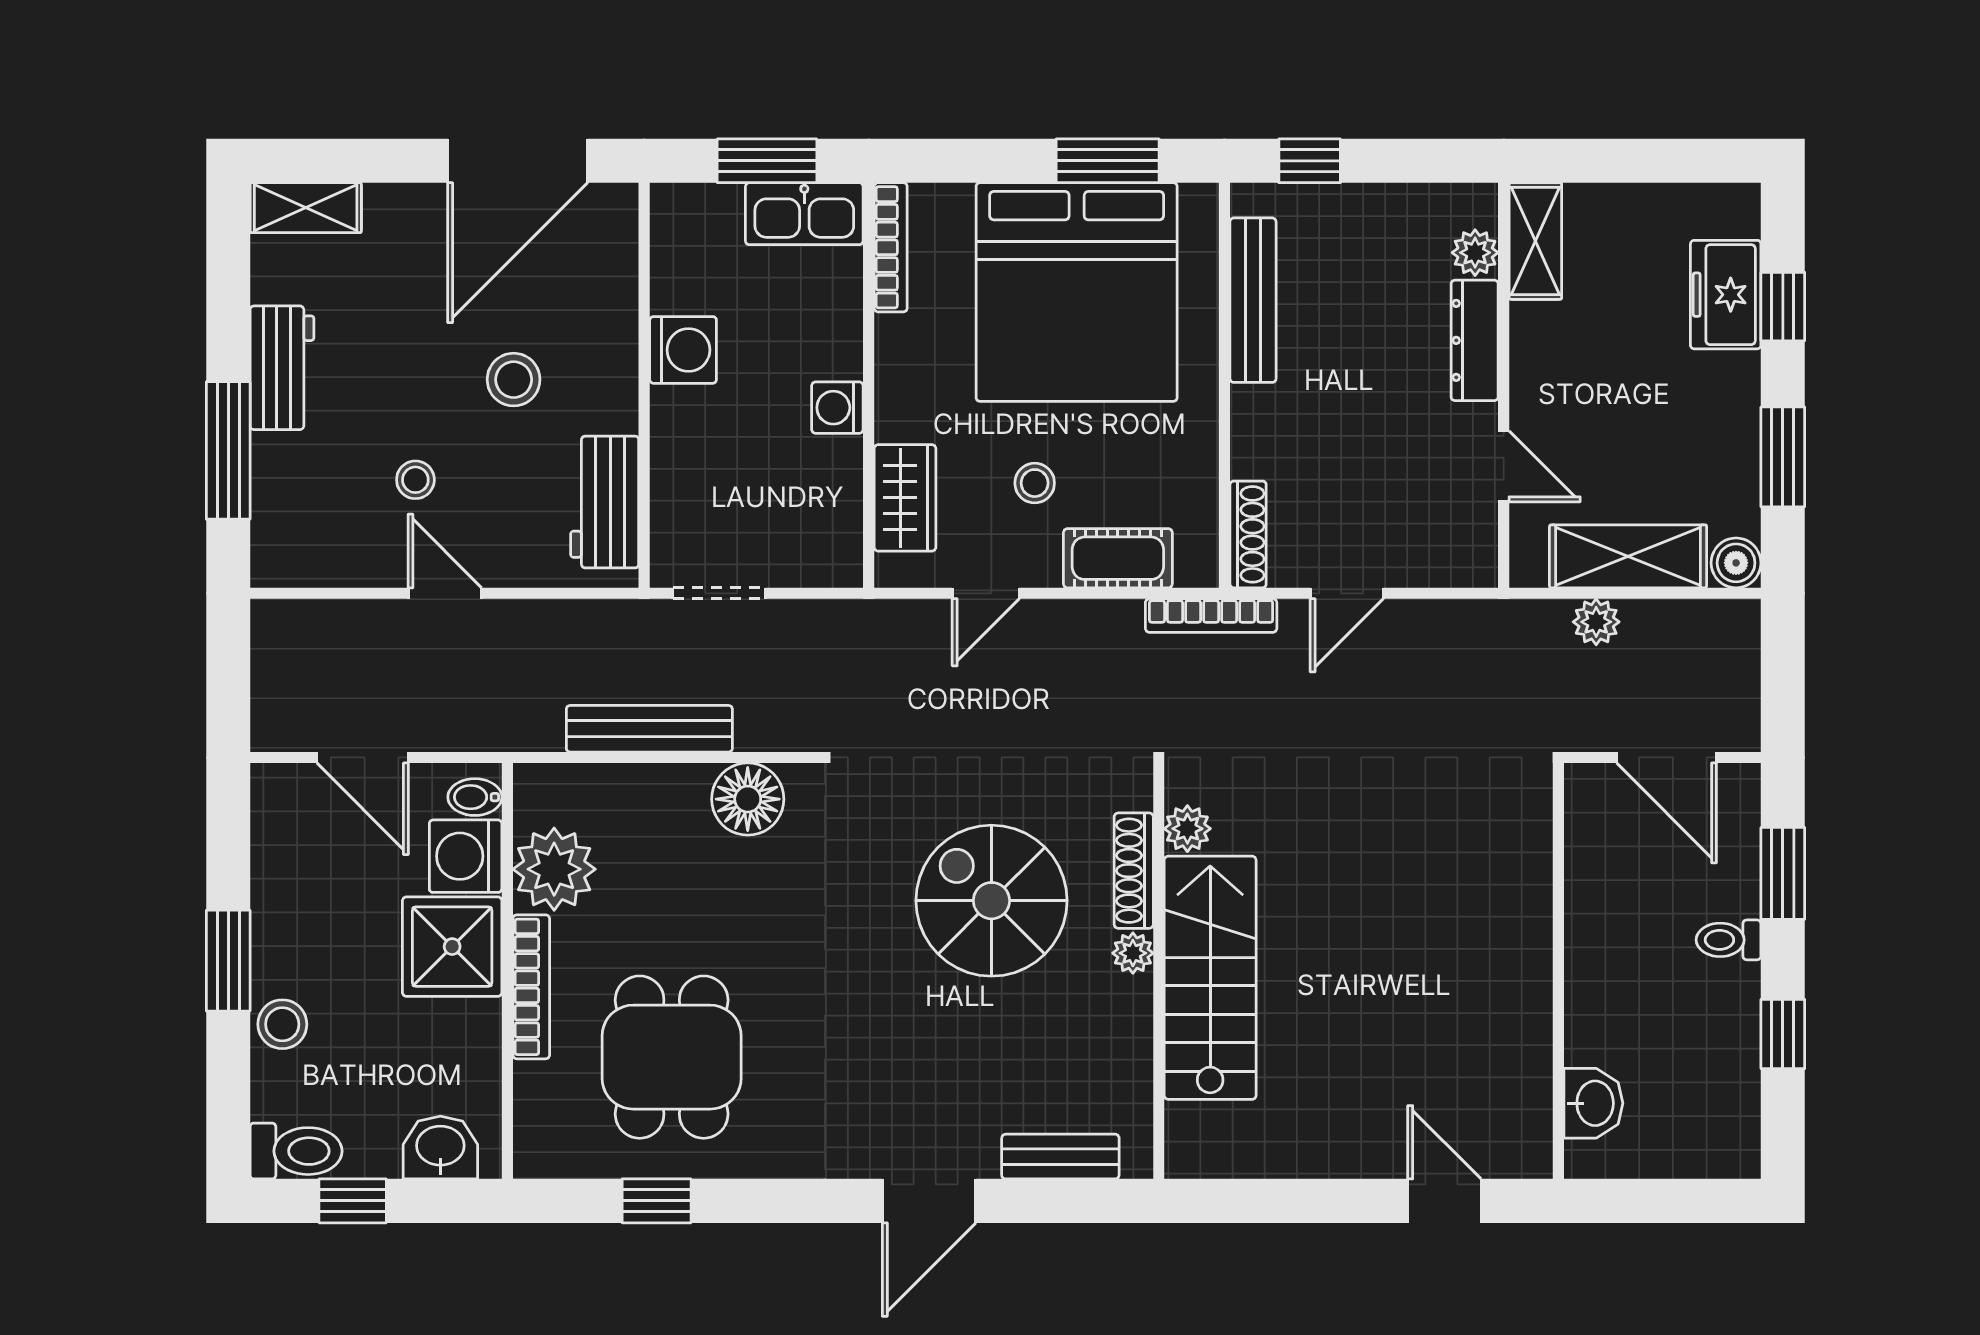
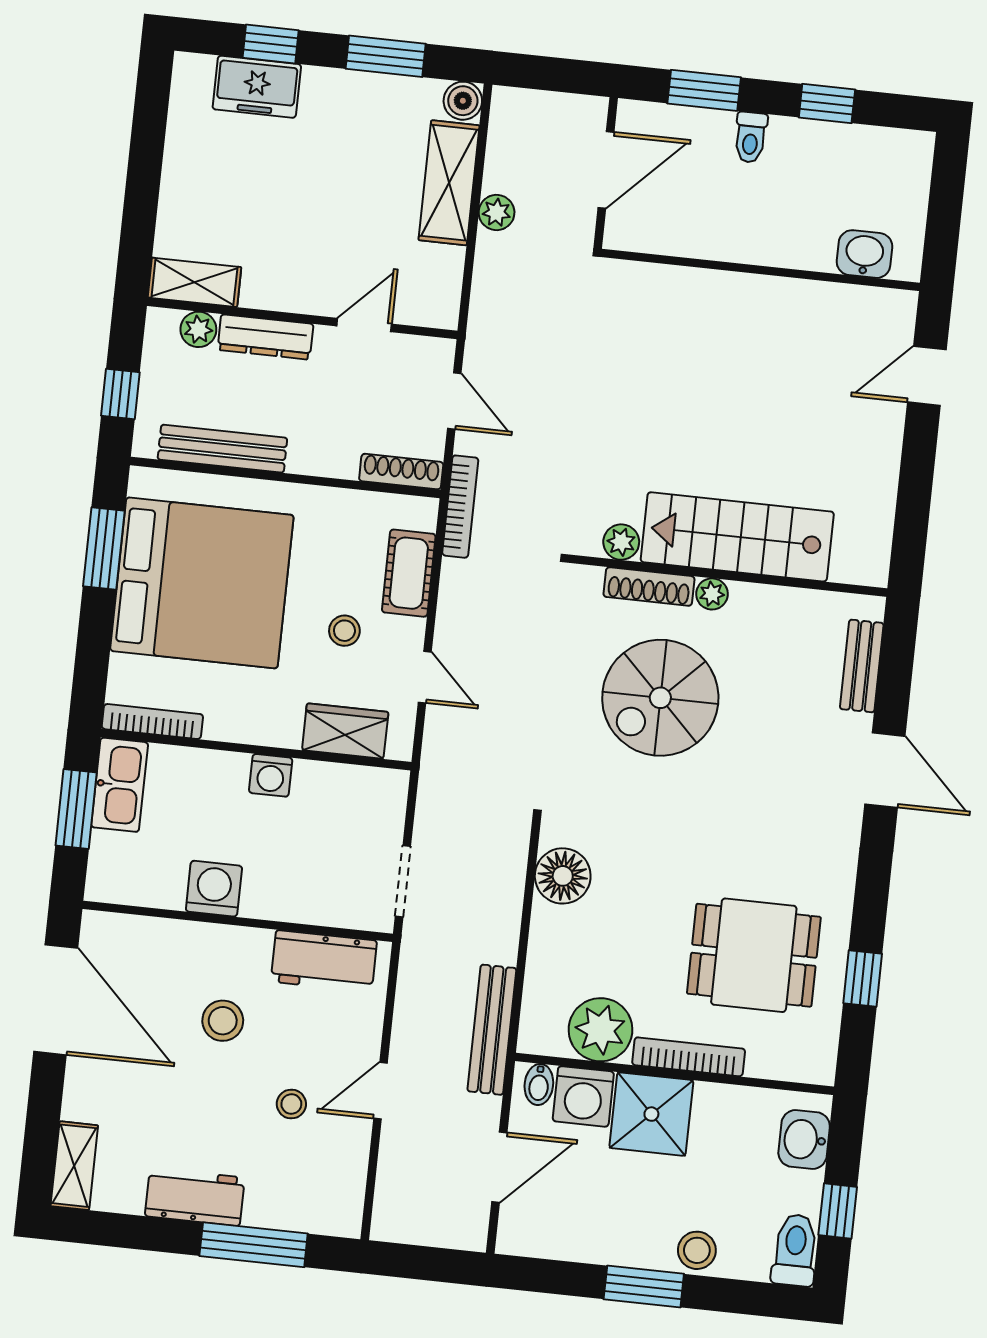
shelving: (1535, 241) -> (194, 282), moved
plant: (1475, 253) -> (198, 329), moved
dresser: (1475, 340) -> (265, 337), moved
wall: (1504, 385) -> (302, 318), moved
door: (1504, 466) -> (364, 325), moved
bench: (649, 729) -> (492, 1030), moved

